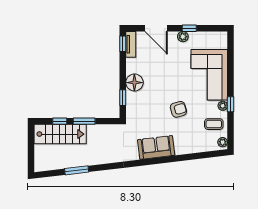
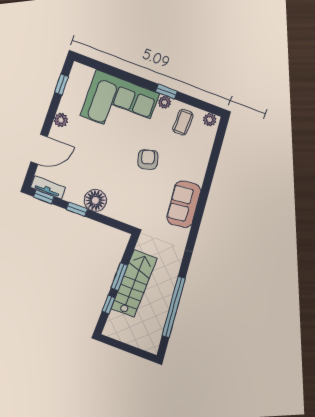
window: (189, 28) -> (61, 85), moved
window: (123, 98) -> (77, 209), moved
stairs: (60, 134) -> (134, 284), moved
window: (77, 170) -> (174, 307), width x2.11

